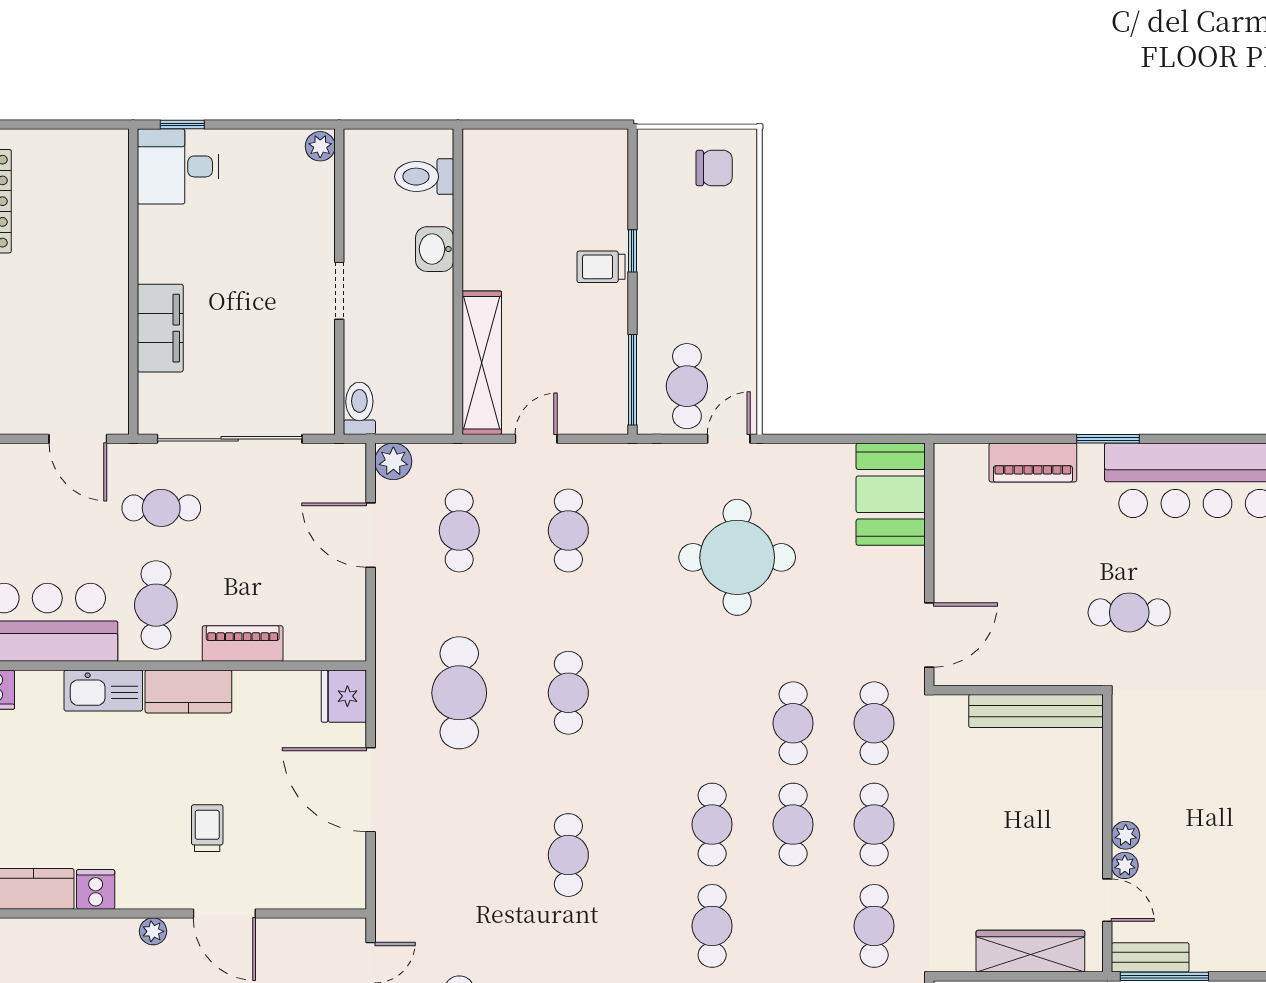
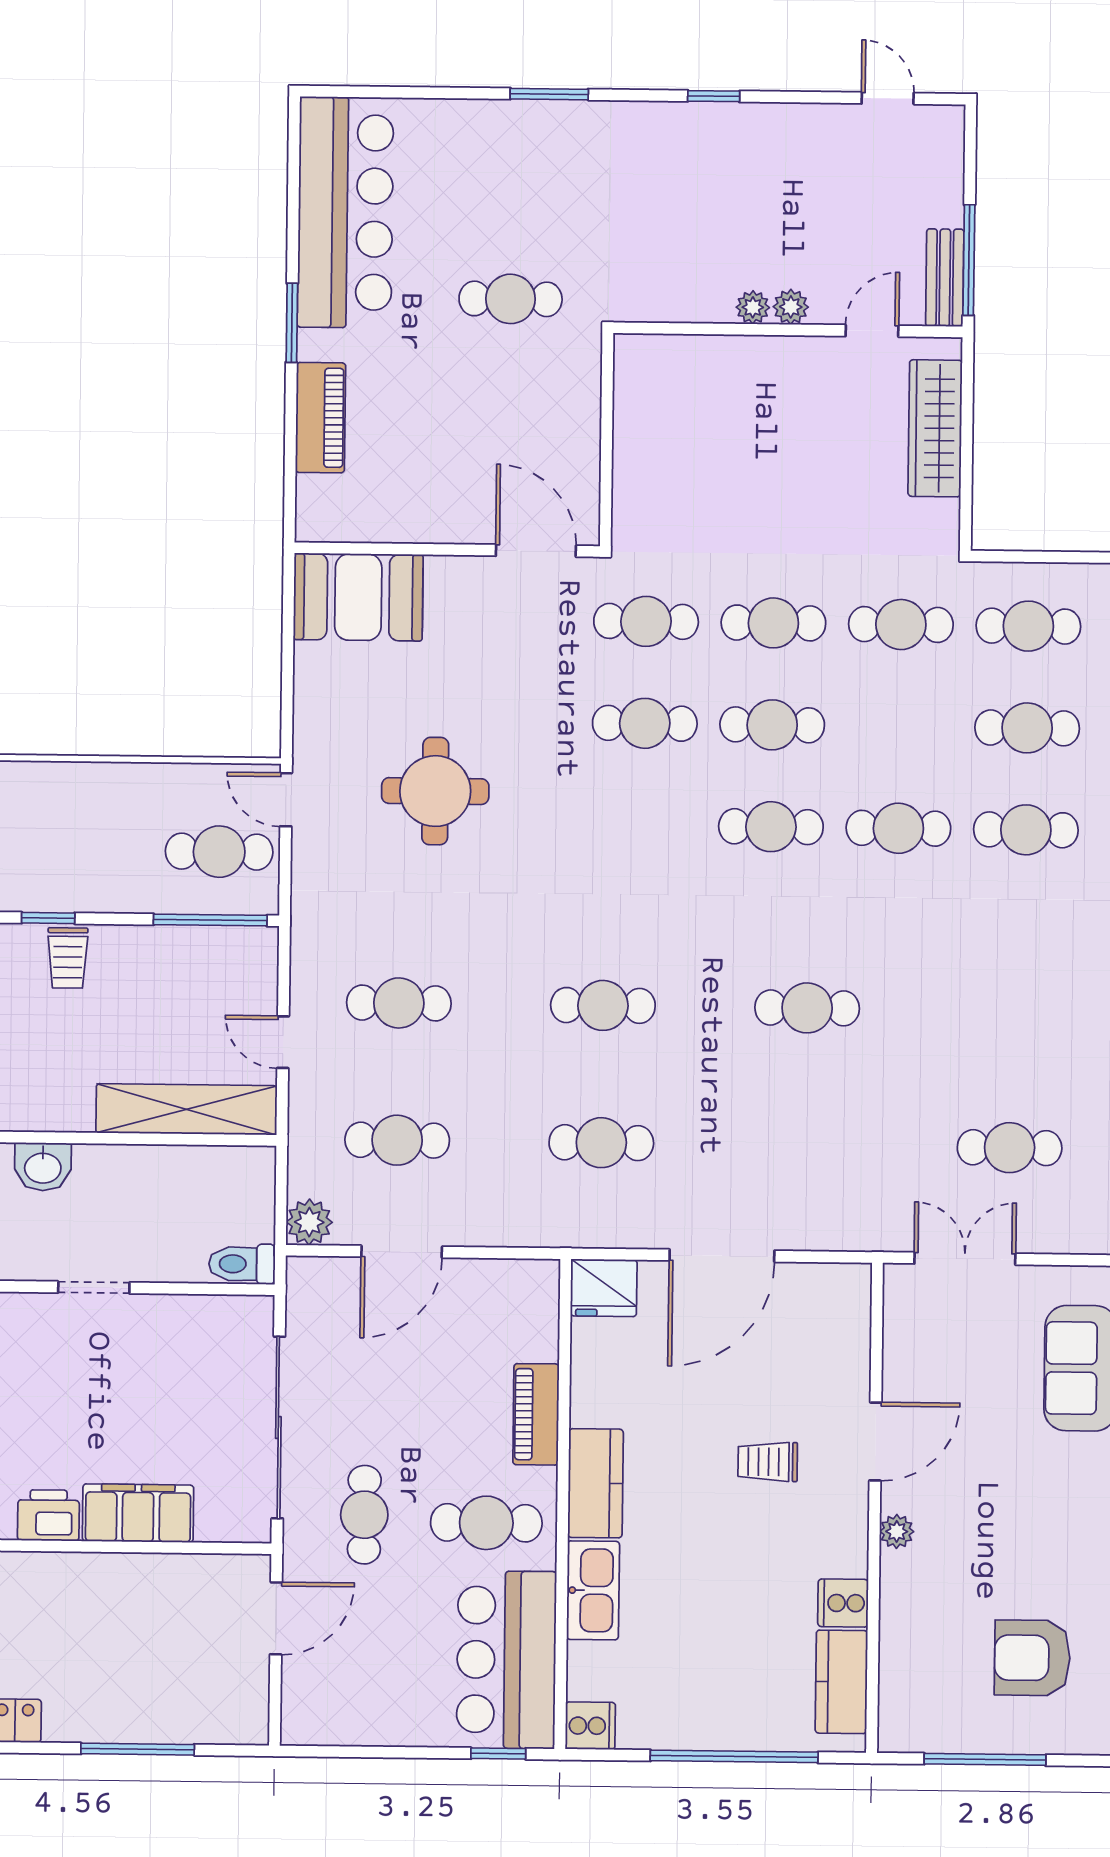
printer: (158, 257) -> (48, 1515), added
round table: (737, 557) -> (435, 791), width x0.73, depth x0.73
cafe table: (1129, 612) -> (511, 299), turned 90
cafe table: (459, 693) -> (601, 1143), width x0.73, depth x0.74
bench: (1036, 711) -> (633, 418), removed
plant: (1125, 865) -> (753, 307), moved

